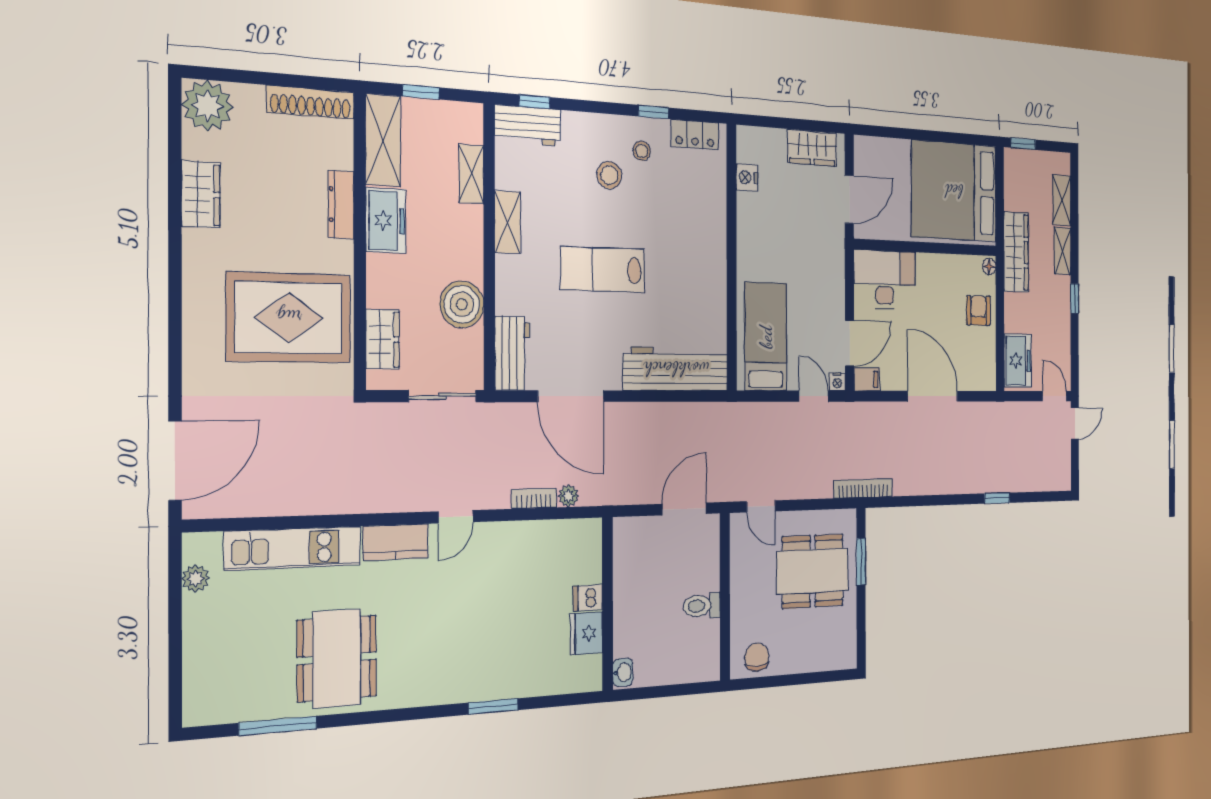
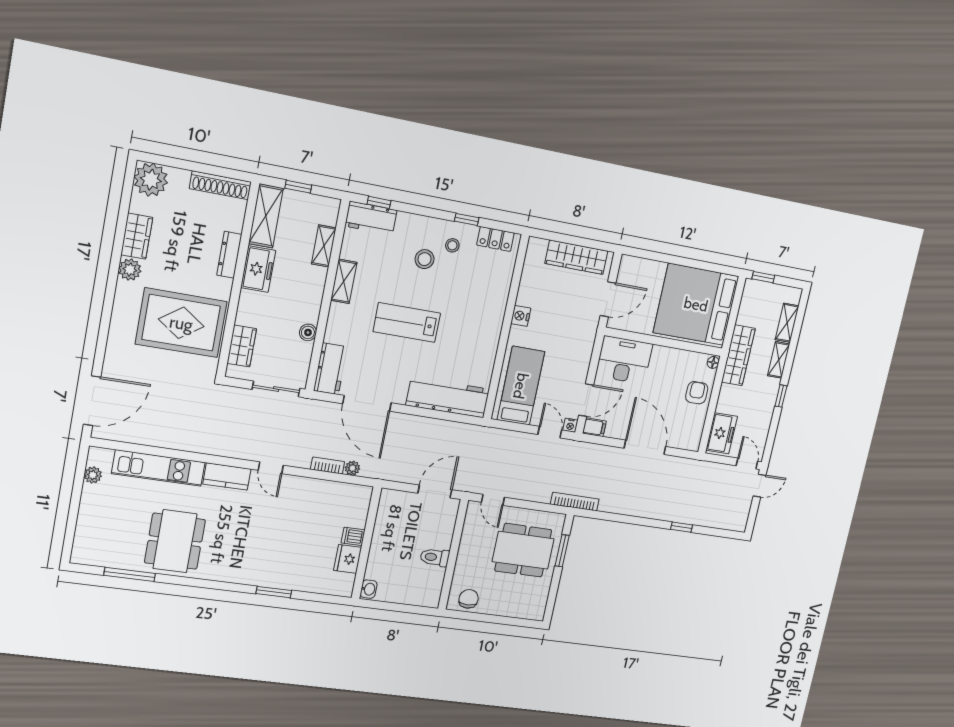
wardrobe: (812, 148) -> (576, 257), width x1.50
nightstand: (747, 177) -> (521, 316), moved
plant: (199, 247) -> (130, 270), added
boiler: (462, 304) -> (308, 332), width x0.54, depth x0.54
door: (456, 517) -> (271, 468), hinge flipped

